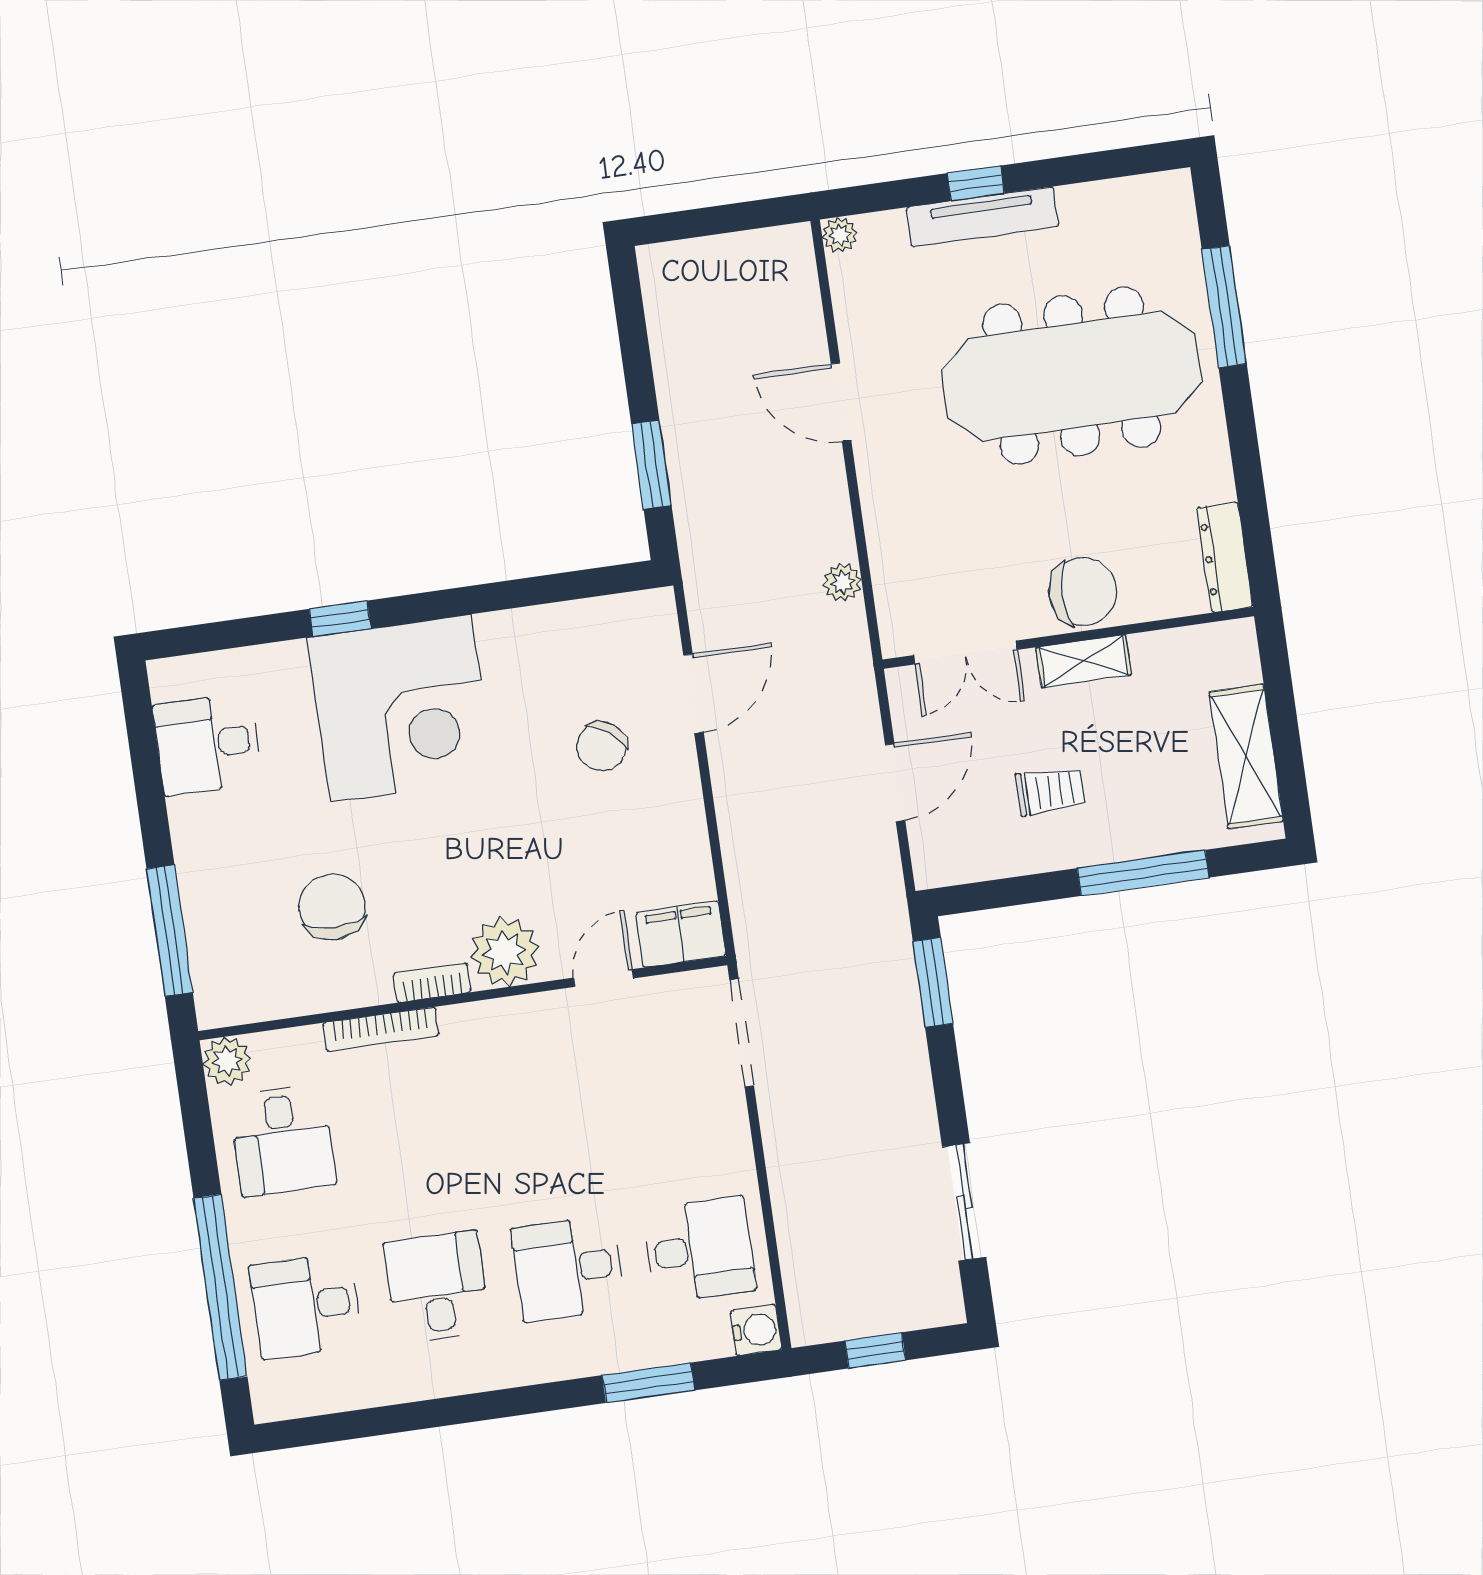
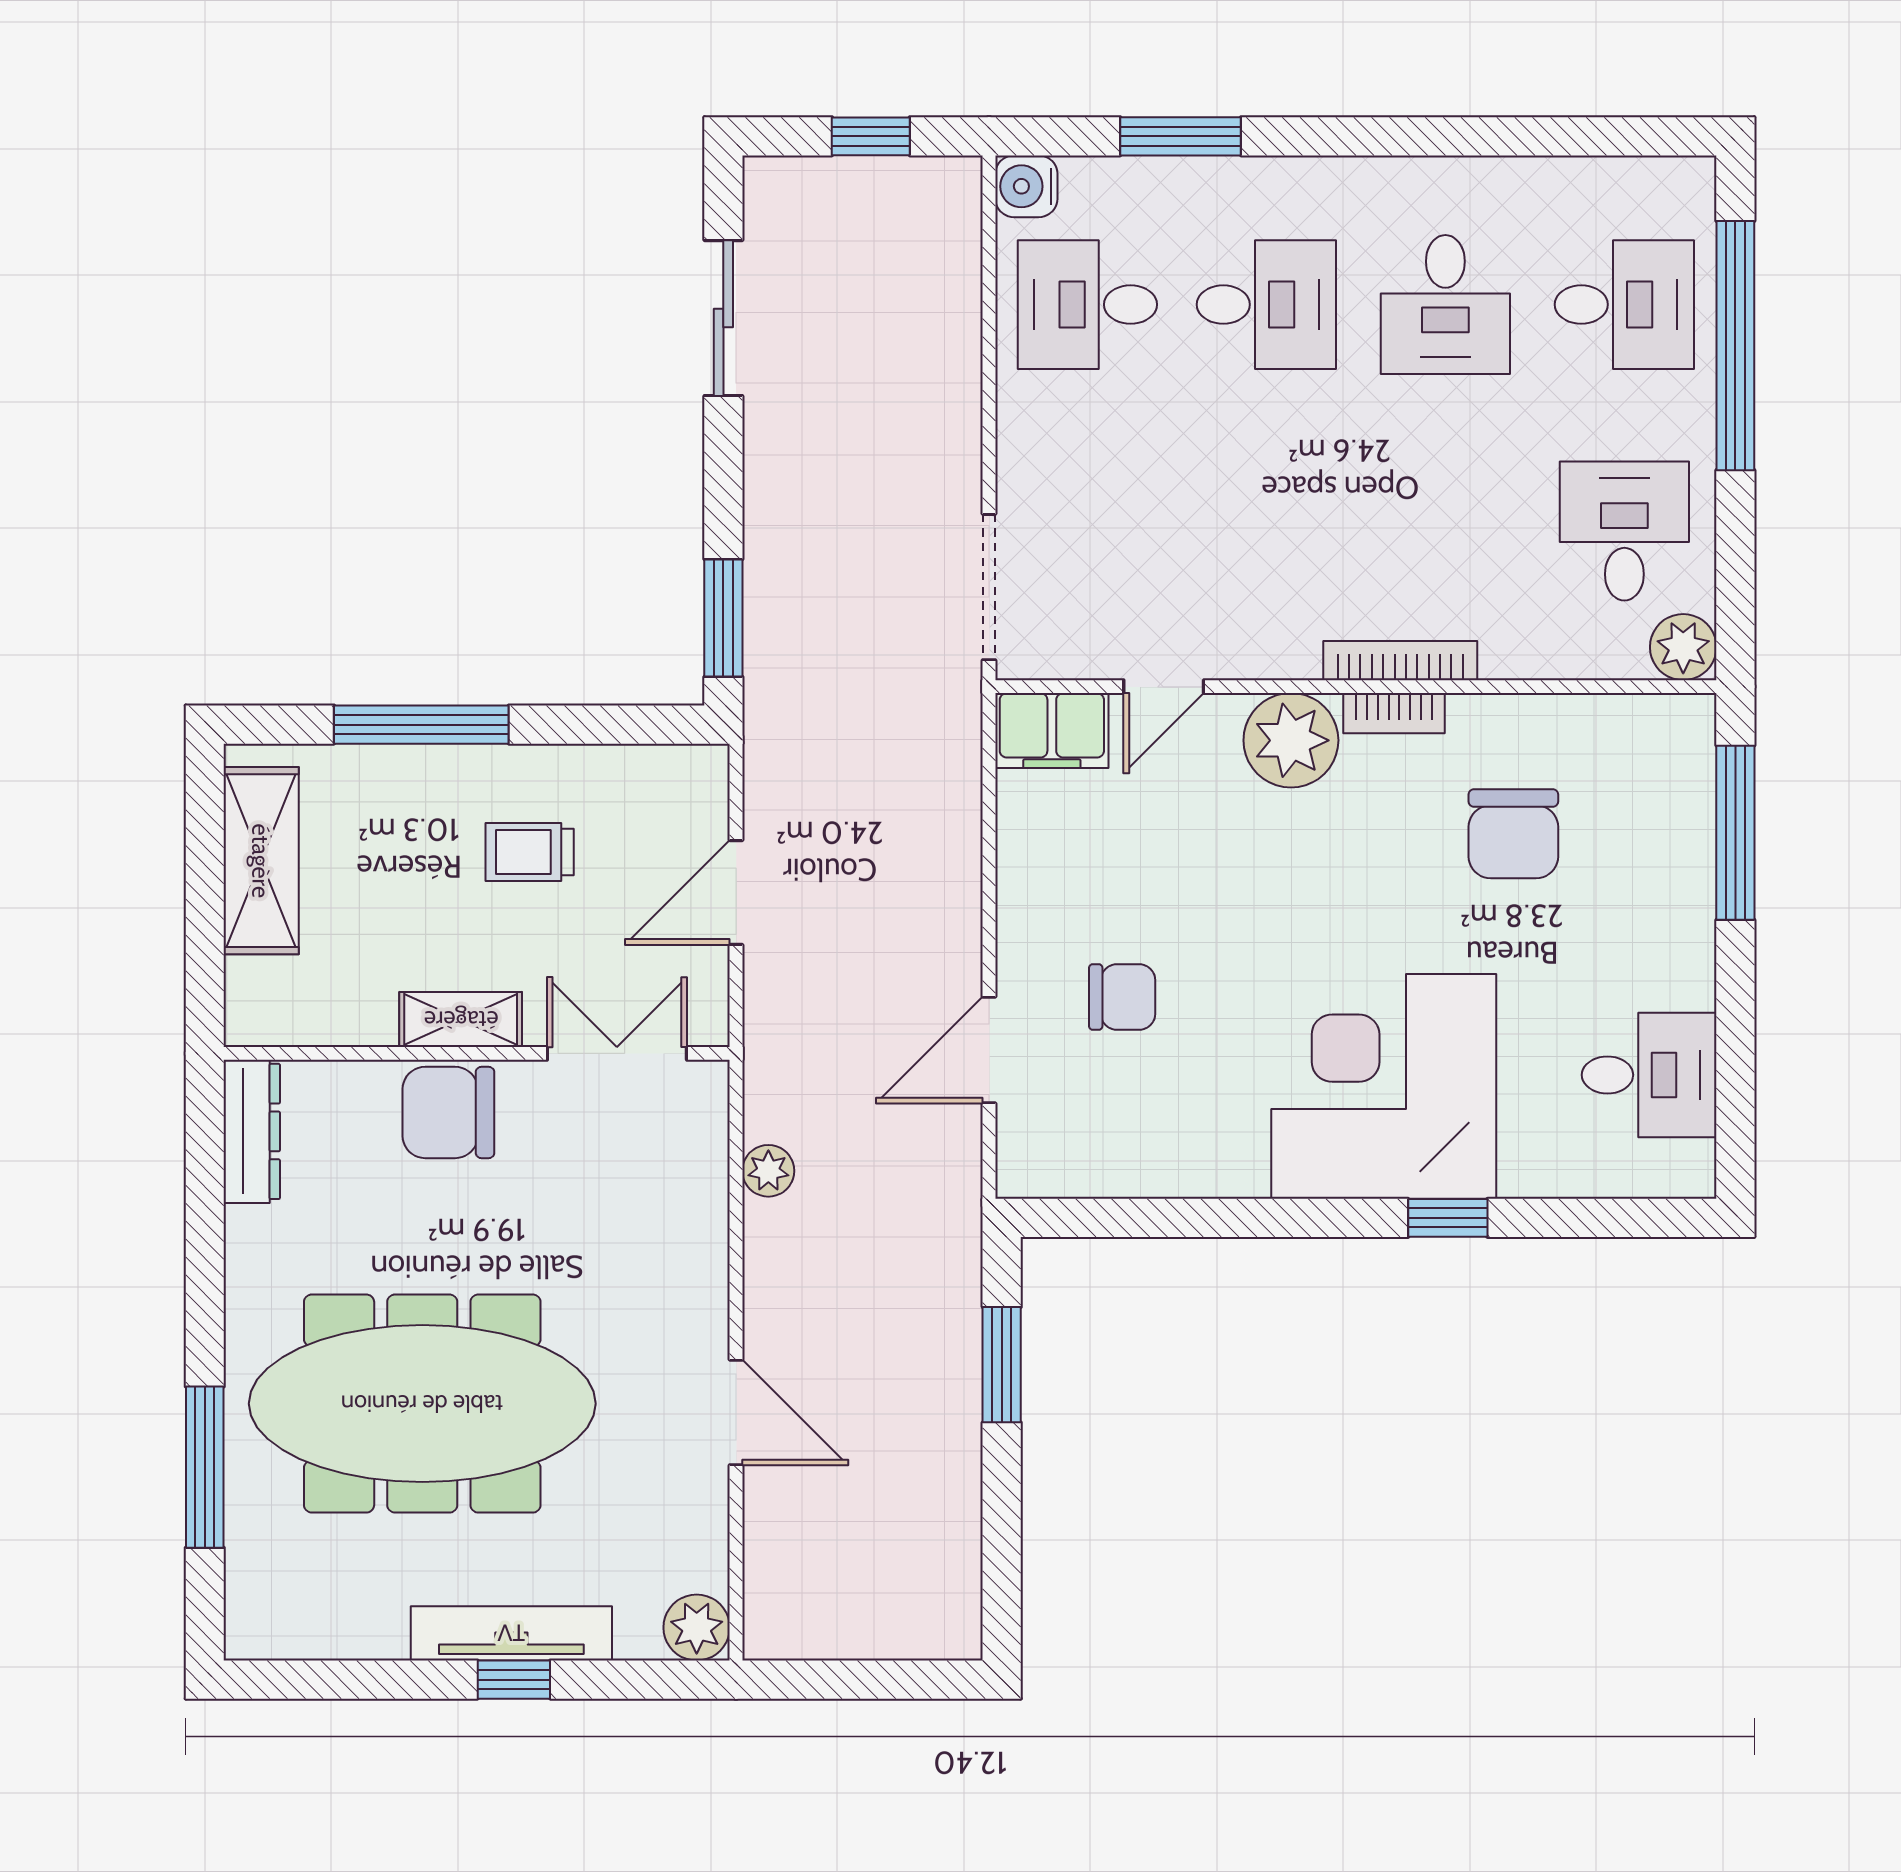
plant: (840, 235) -> (697, 1628), width x1.38, depth x1.38
chair: (602, 746) -> (1122, 997), turned 52
bookcase: (381, 1029) -> (1400, 661), moved

